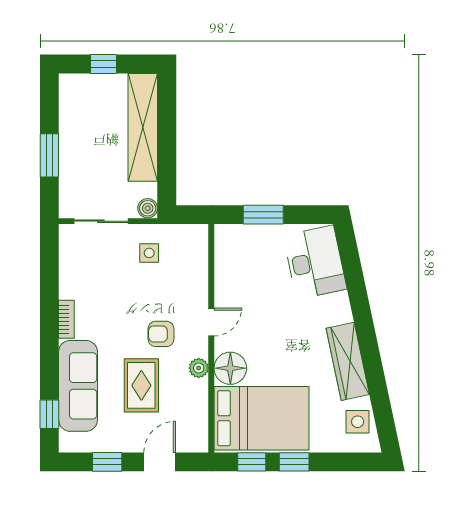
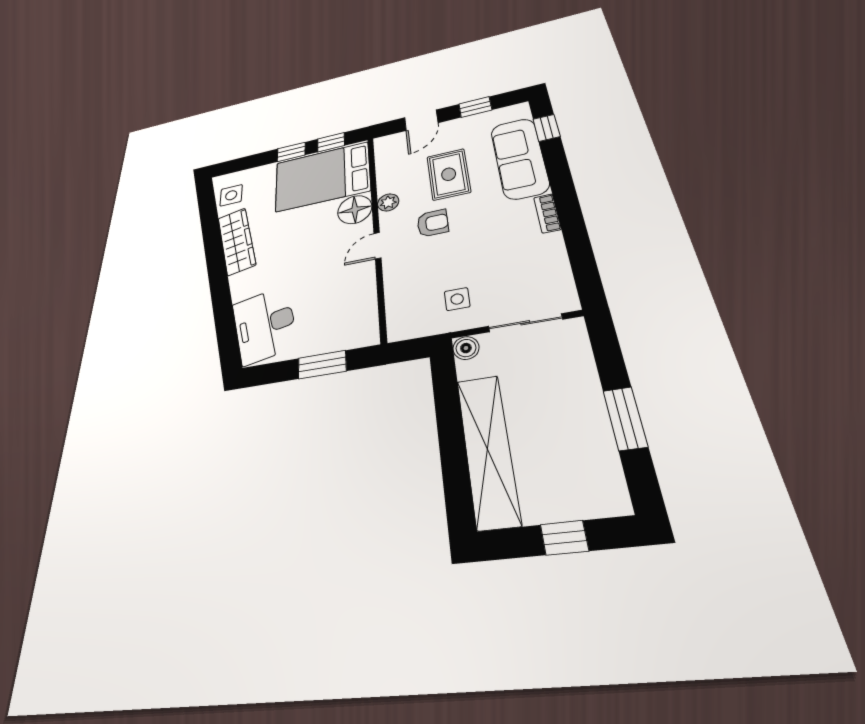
window: (49, 155) -> (625, 418), moved

